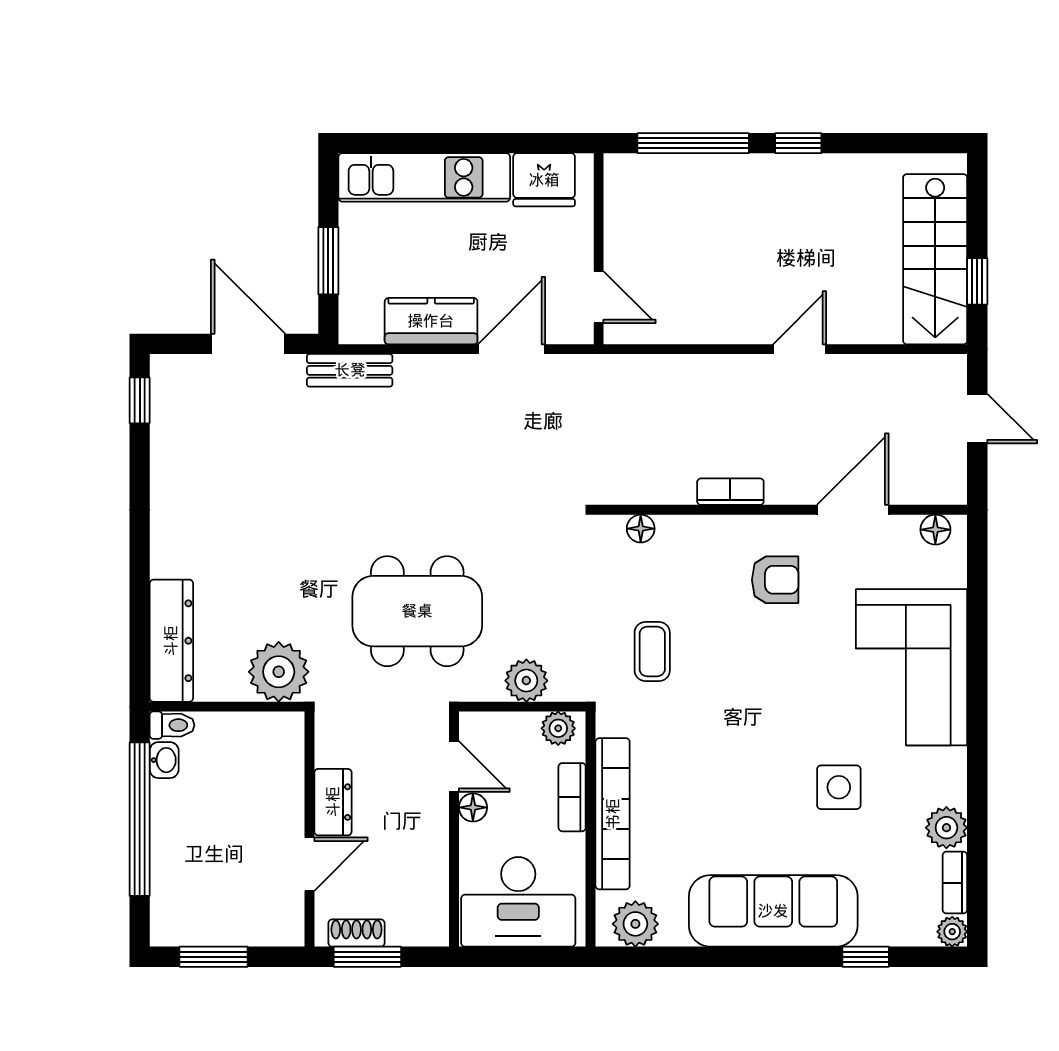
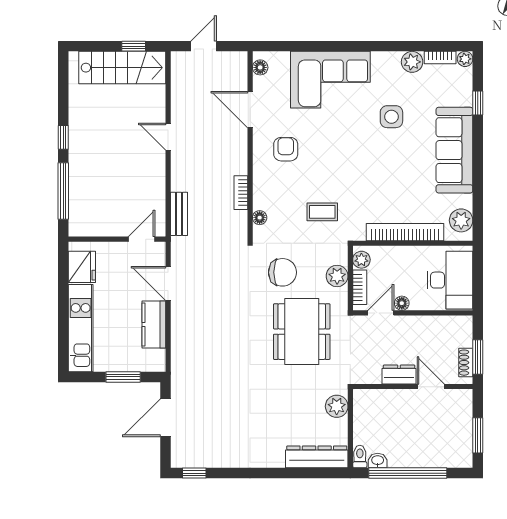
bench: (350, 370) -> (179, 214), moved
bookcase: (730, 492) -> (241, 193), moved
chair: (533, 573) -> (282, 272), added
plant: (279, 672) -> (337, 406), width x0.73, depth x0.73
bookcase: (572, 797) -> (360, 287), moved, turned -90

